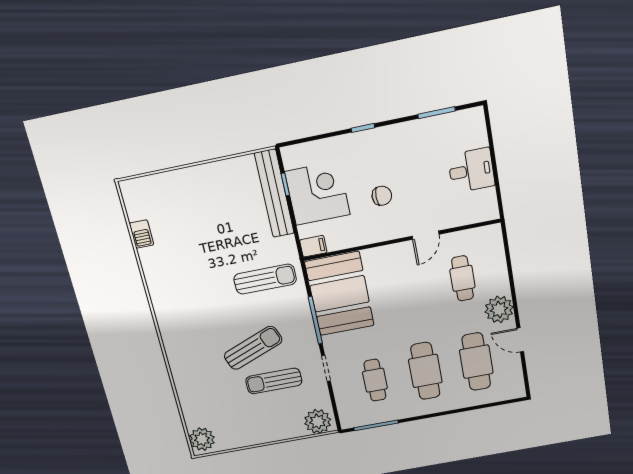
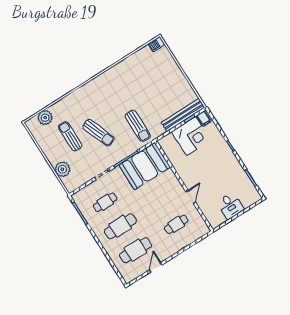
chair: (382, 196) -> (202, 168), removed
barbecue: (141, 234) -> (156, 44), moved
door: (426, 235) -> (191, 197), swing flipped
filing cabinet: (313, 246) -> (204, 118), moved
plant: (499, 309) -> (167, 250), removed
sun lounger: (274, 381) -> (70, 136), moved
plant: (318, 421) -> (62, 169), moved
plant: (202, 439) -> (45, 118), moved

